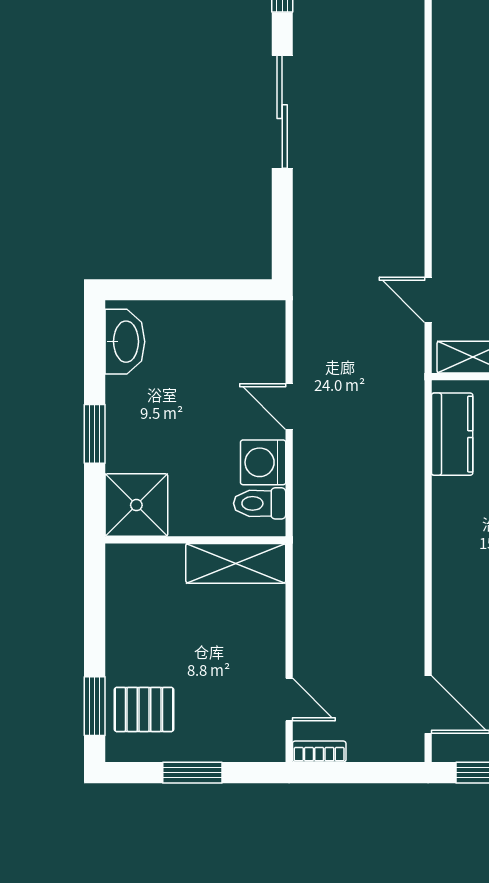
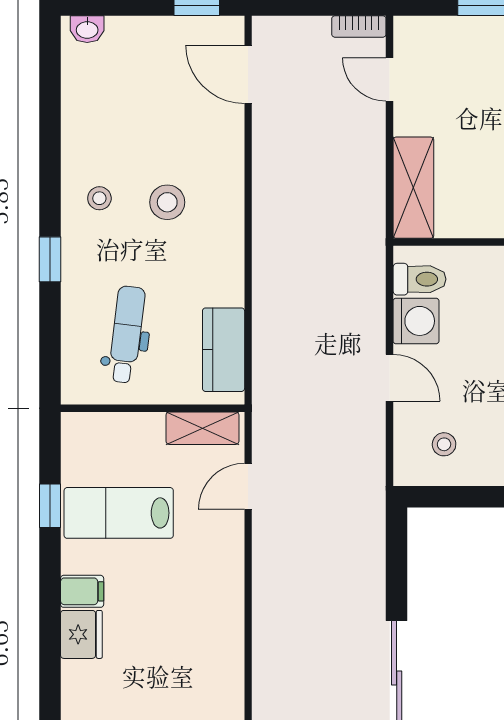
door: (428, 300) -> (248, 486), swing flipped
stool: (236, 341) -> (444, 444), added
shelving: (236, 563) -> (413, 188), moved, turned 90

